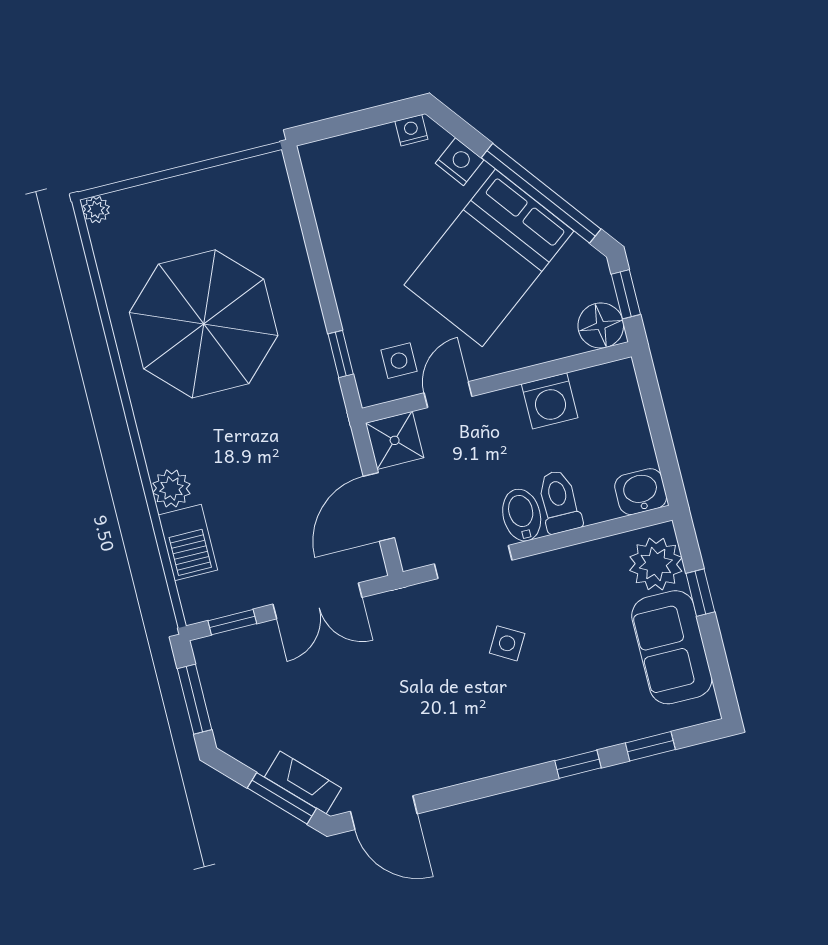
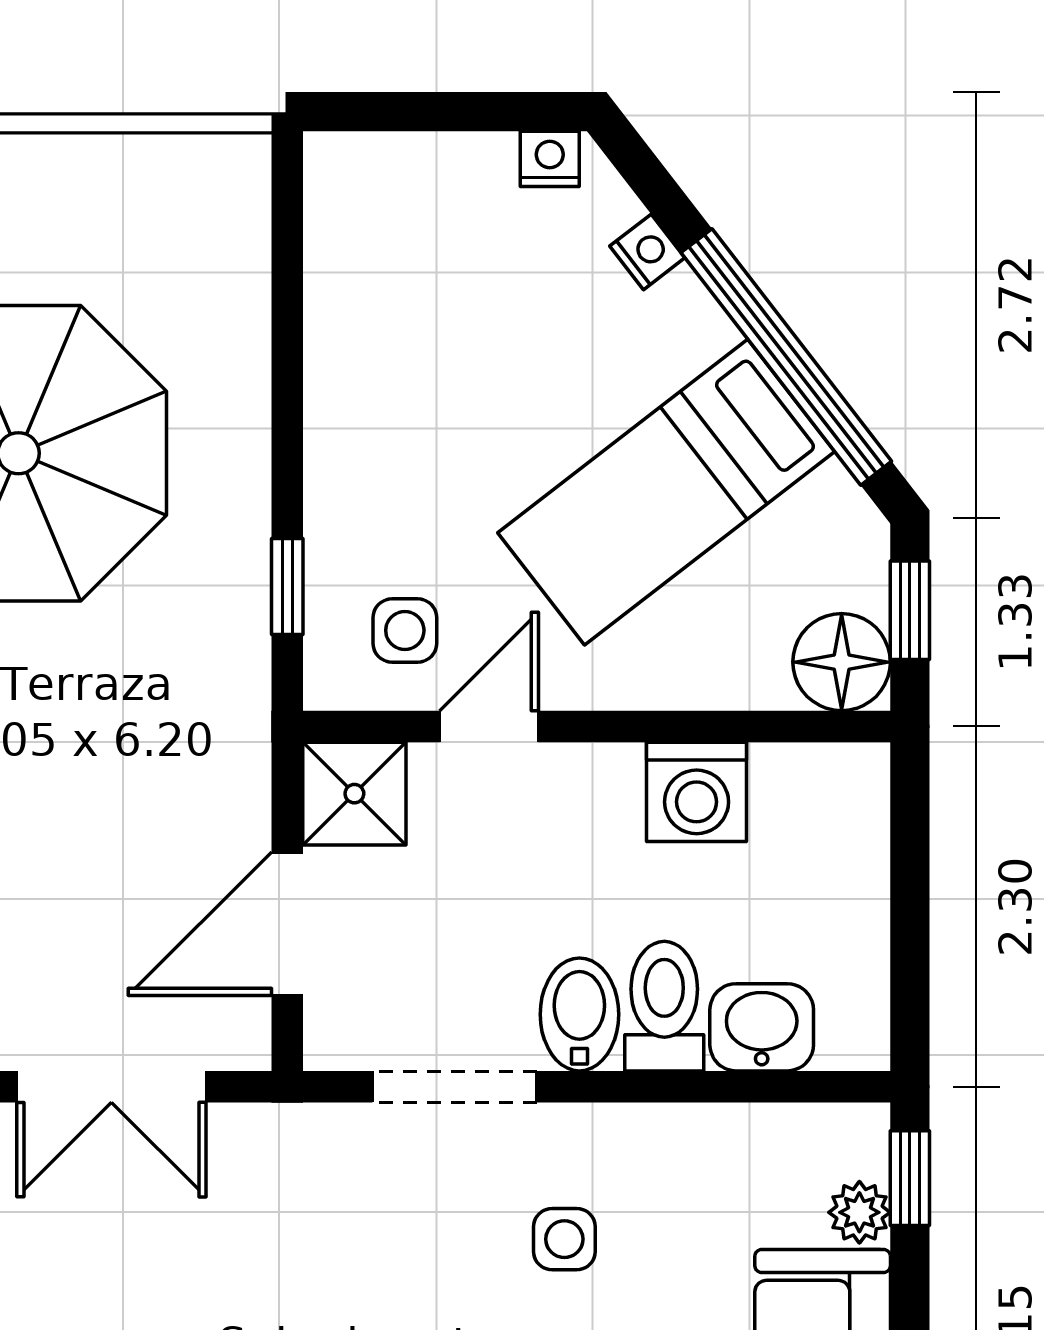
nightstand: (460, 162) -> (647, 252), width x0.72, depth x0.74
bed: (489, 258) -> (666, 492), width x0.67
washbasin: (641, 492) -> (762, 1027), moved
plant: (656, 564) -> (859, 1212), width x0.53, depth x0.53
window: (700, 593) -> (910, 1178), moved
side table: (507, 643) -> (564, 1239), moved, turned -30

